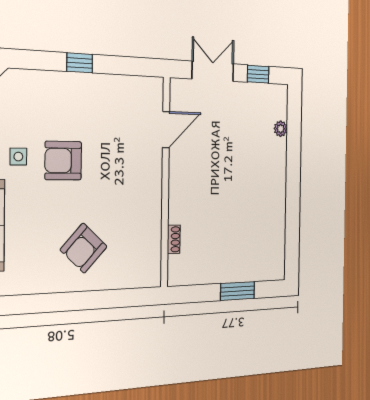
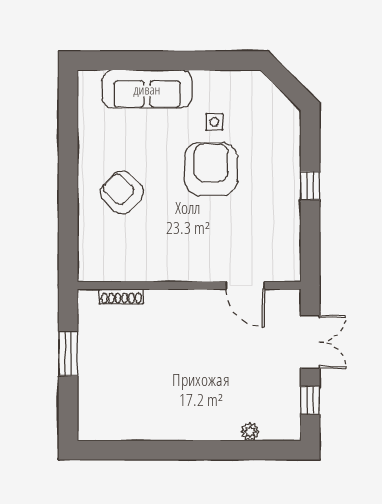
armchair: (63, 161) -> (211, 169), width x1.36, depth x1.36
shoe rack: (174, 239) -> (121, 296), width x1.43
window: (238, 291) -> (68, 354), moved

